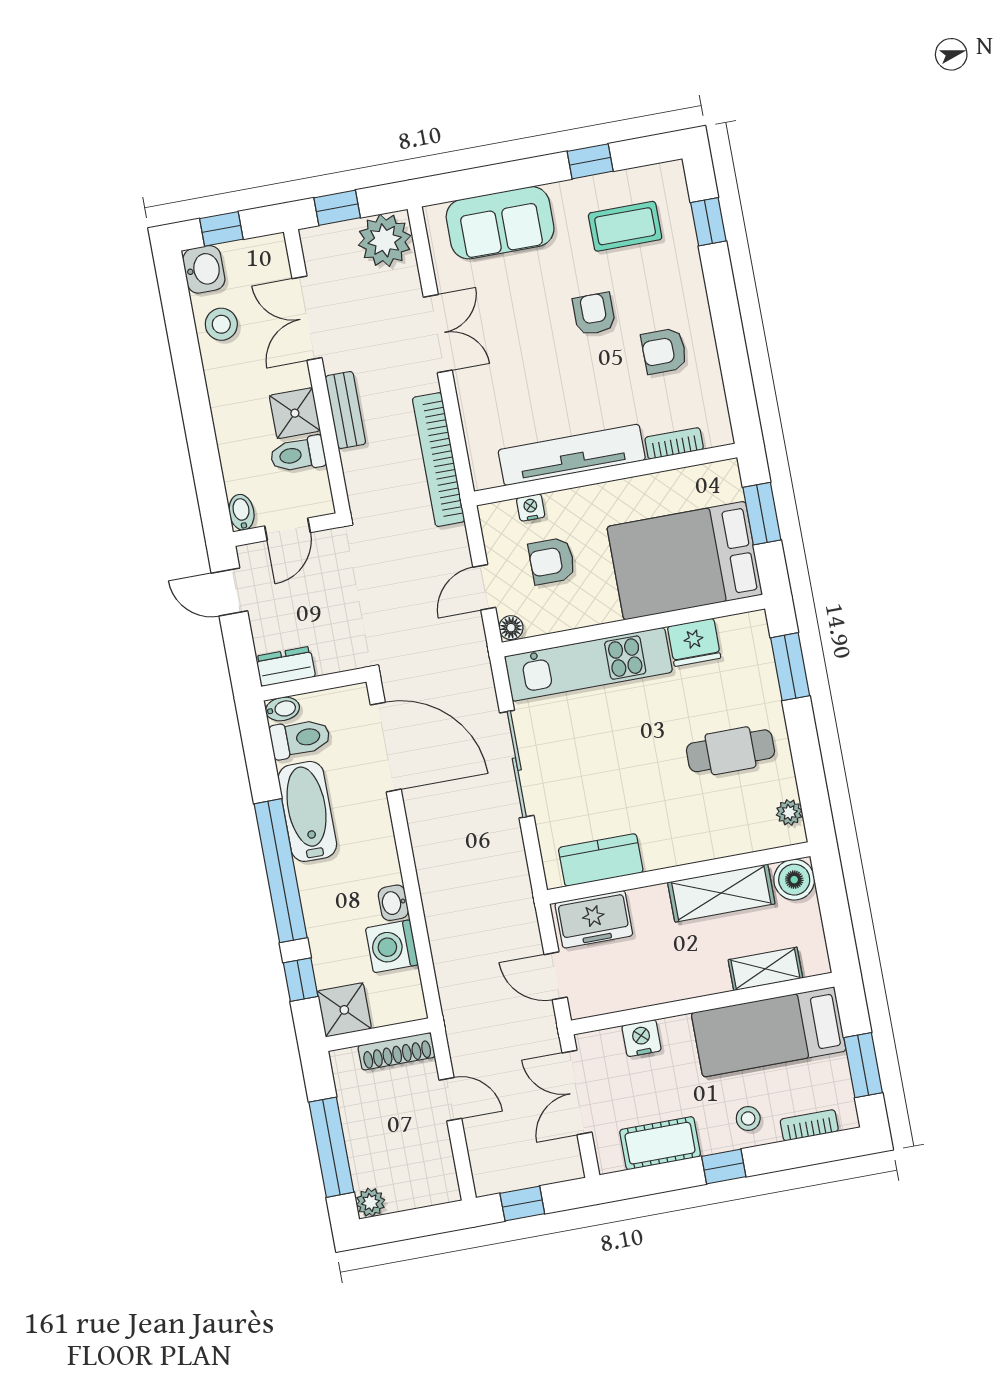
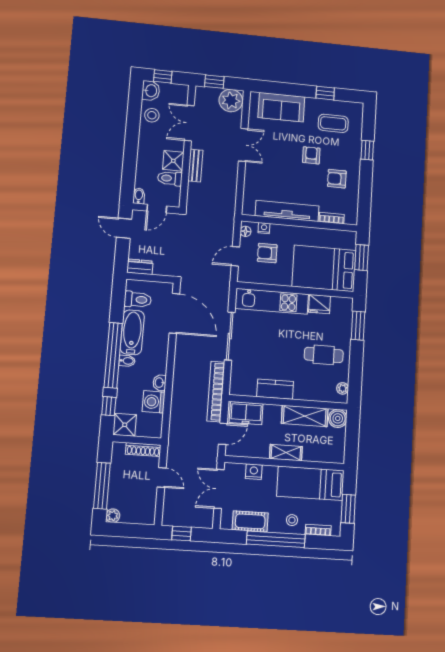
window: (708, 222) -> (367, 150), moved
bookcase: (439, 460) -> (216, 391), moved
floor lamp: (511, 628) -> (246, 231), moved
bidet: (282, 709) -> (127, 361), moved
kitchen counter: (601, 860) -> (275, 389), moved
shelving: (765, 969) -> (286, 453), moved
door: (556, 976) -> (223, 434), swing flipped
window: (724, 1167) -> (276, 539), width x3.17

